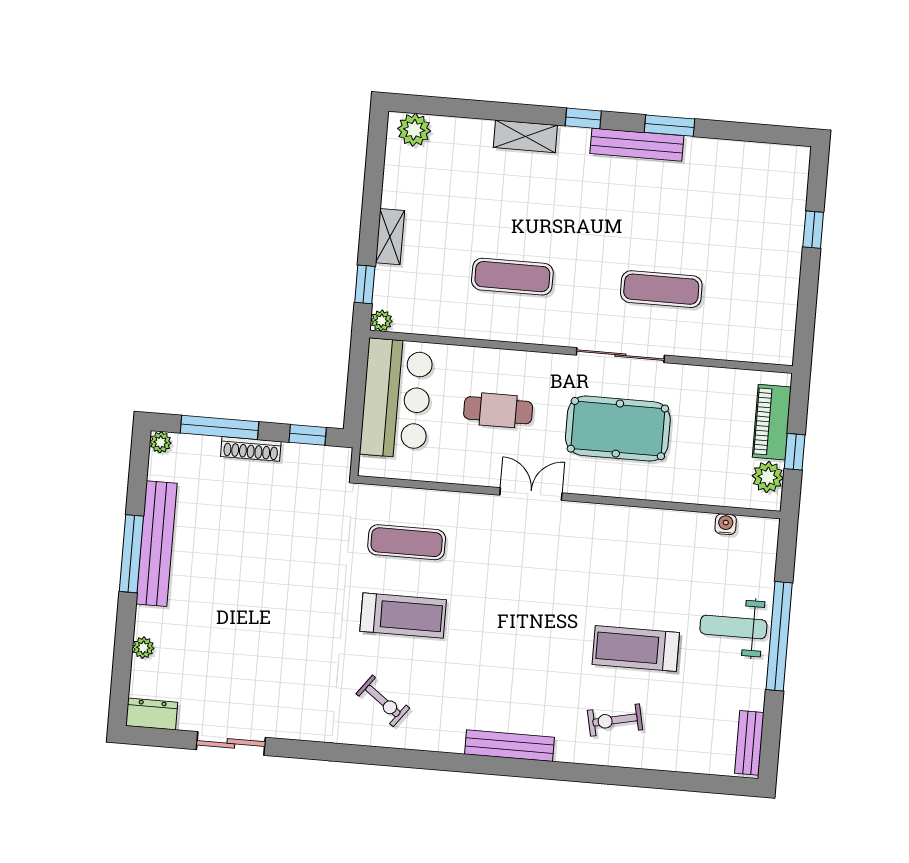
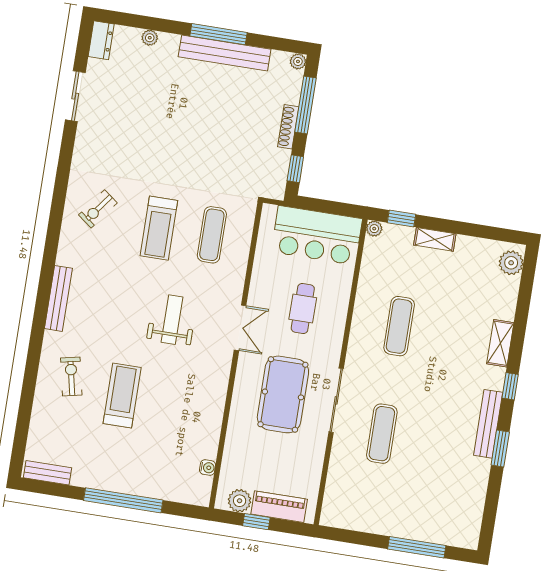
window: (813, 230) -> (417, 547), width x2.17
weight bench: (733, 627) -> (172, 320), moved

